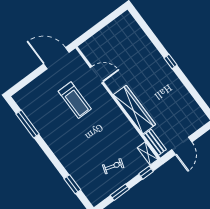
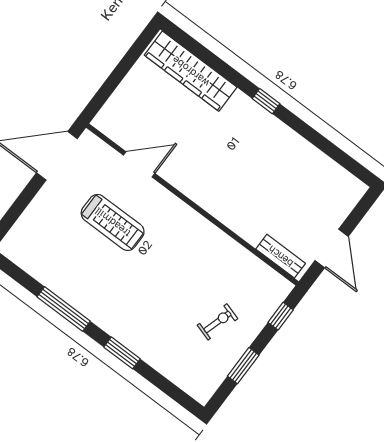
wardrobe: (134, 110) -> (191, 71), moved, turned 180
window: (27, 124) -> (64, 309), moved
shelving: (148, 153) -> (273, 280), removed
window: (72, 184) -> (122, 353), moved

